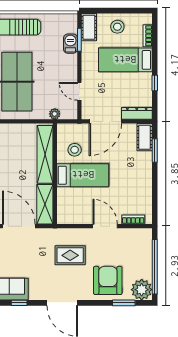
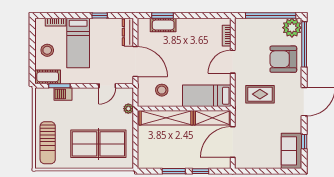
cot: (145, 137) -> (163, 25), moved
bed: (83, 175) -> (207, 96), moved, turned -90
rug: (70, 255) -> (260, 94), turned 90
window: (124, 303) -> (304, 44), width x2.11

